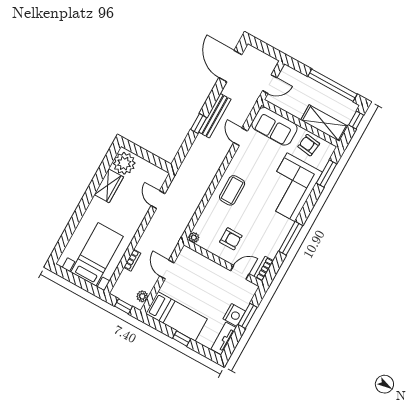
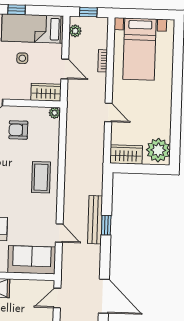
bench: (215, 116) -> (95, 220), moved
wardrobe: (109, 186) -> (126, 154), moved, turned 90
door: (158, 200) -> (108, 112), moved
wardrobe: (192, 258) -> (46, 92), added
side table: (197, 296) -> (22, 58), added

